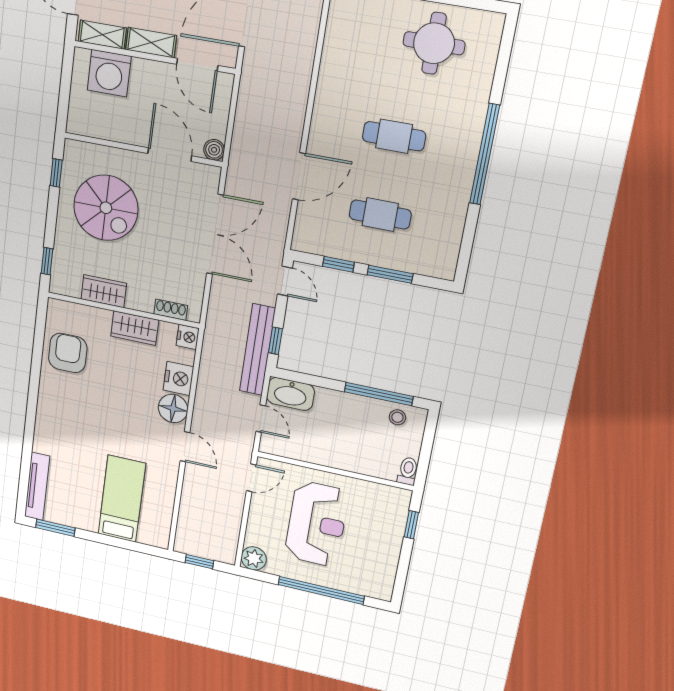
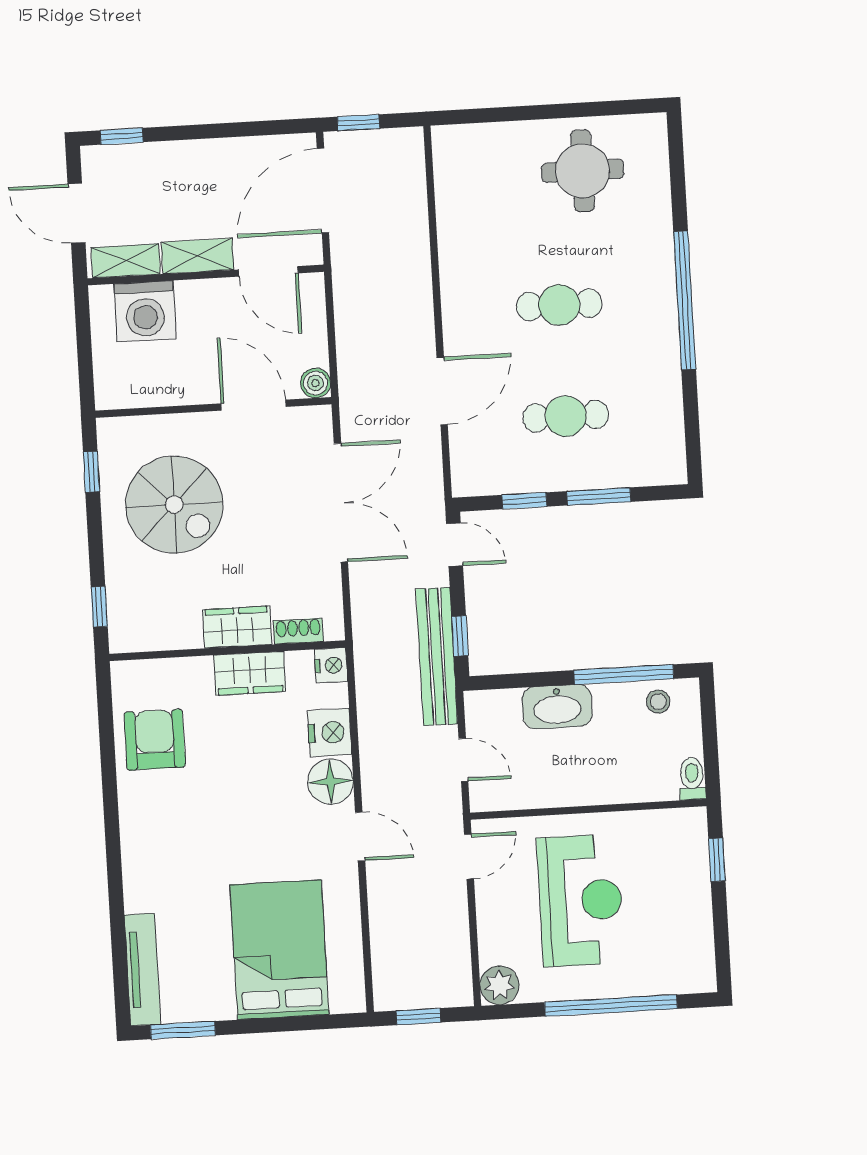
wardrobe: (104, 291) -> (237, 627), moved
washbasin: (290, 394) -> (557, 707), moved
bed: (122, 499) -> (279, 950), width x1.50

